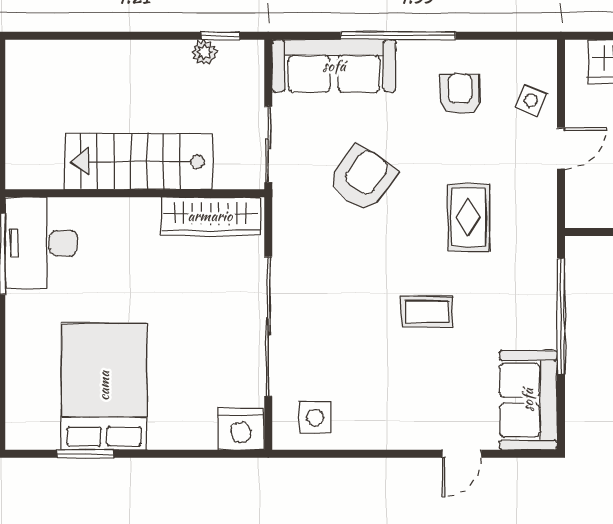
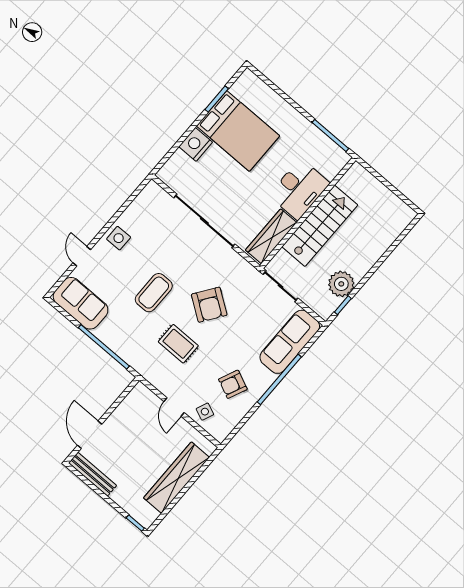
plant: (204, 52) -> (341, 284), width x1.87, depth x1.87
armchair: (460, 94) -> (233, 384), turned 114
armchair: (362, 178) -> (209, 305), moved
desk: (41, 243) -> (299, 189), moved, turned 90
coffee table: (427, 312) -> (154, 293), width x1.36, depth x1.30
side table: (315, 417) -> (119, 238), moved
nightstand: (241, 429) -> (196, 144), moved

